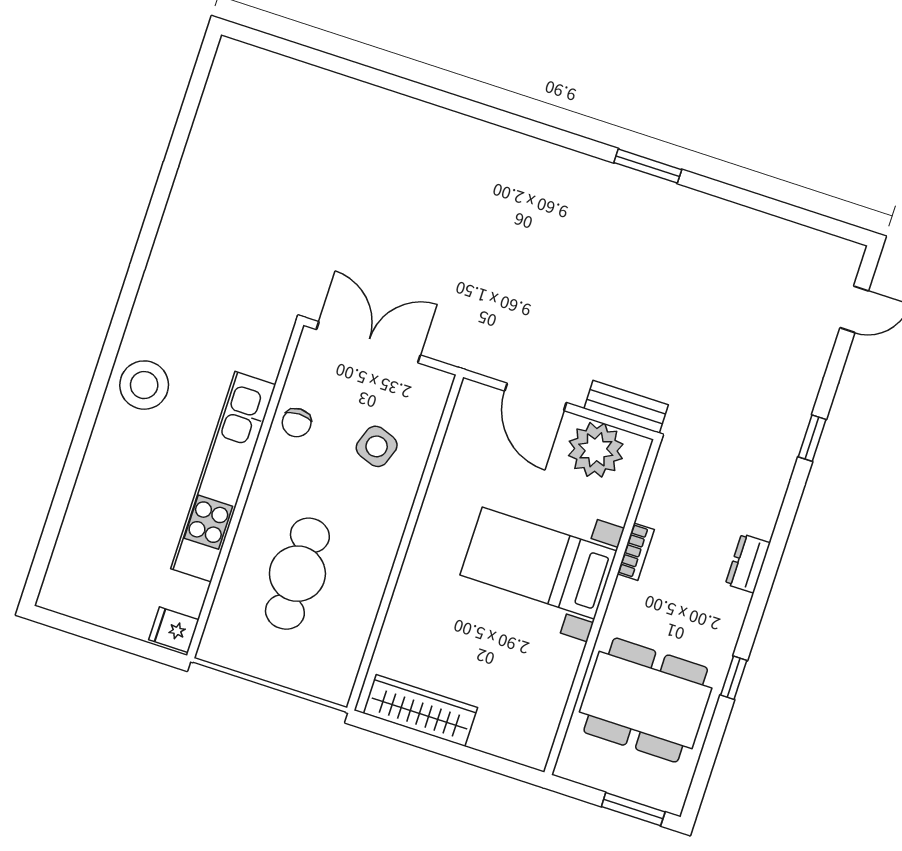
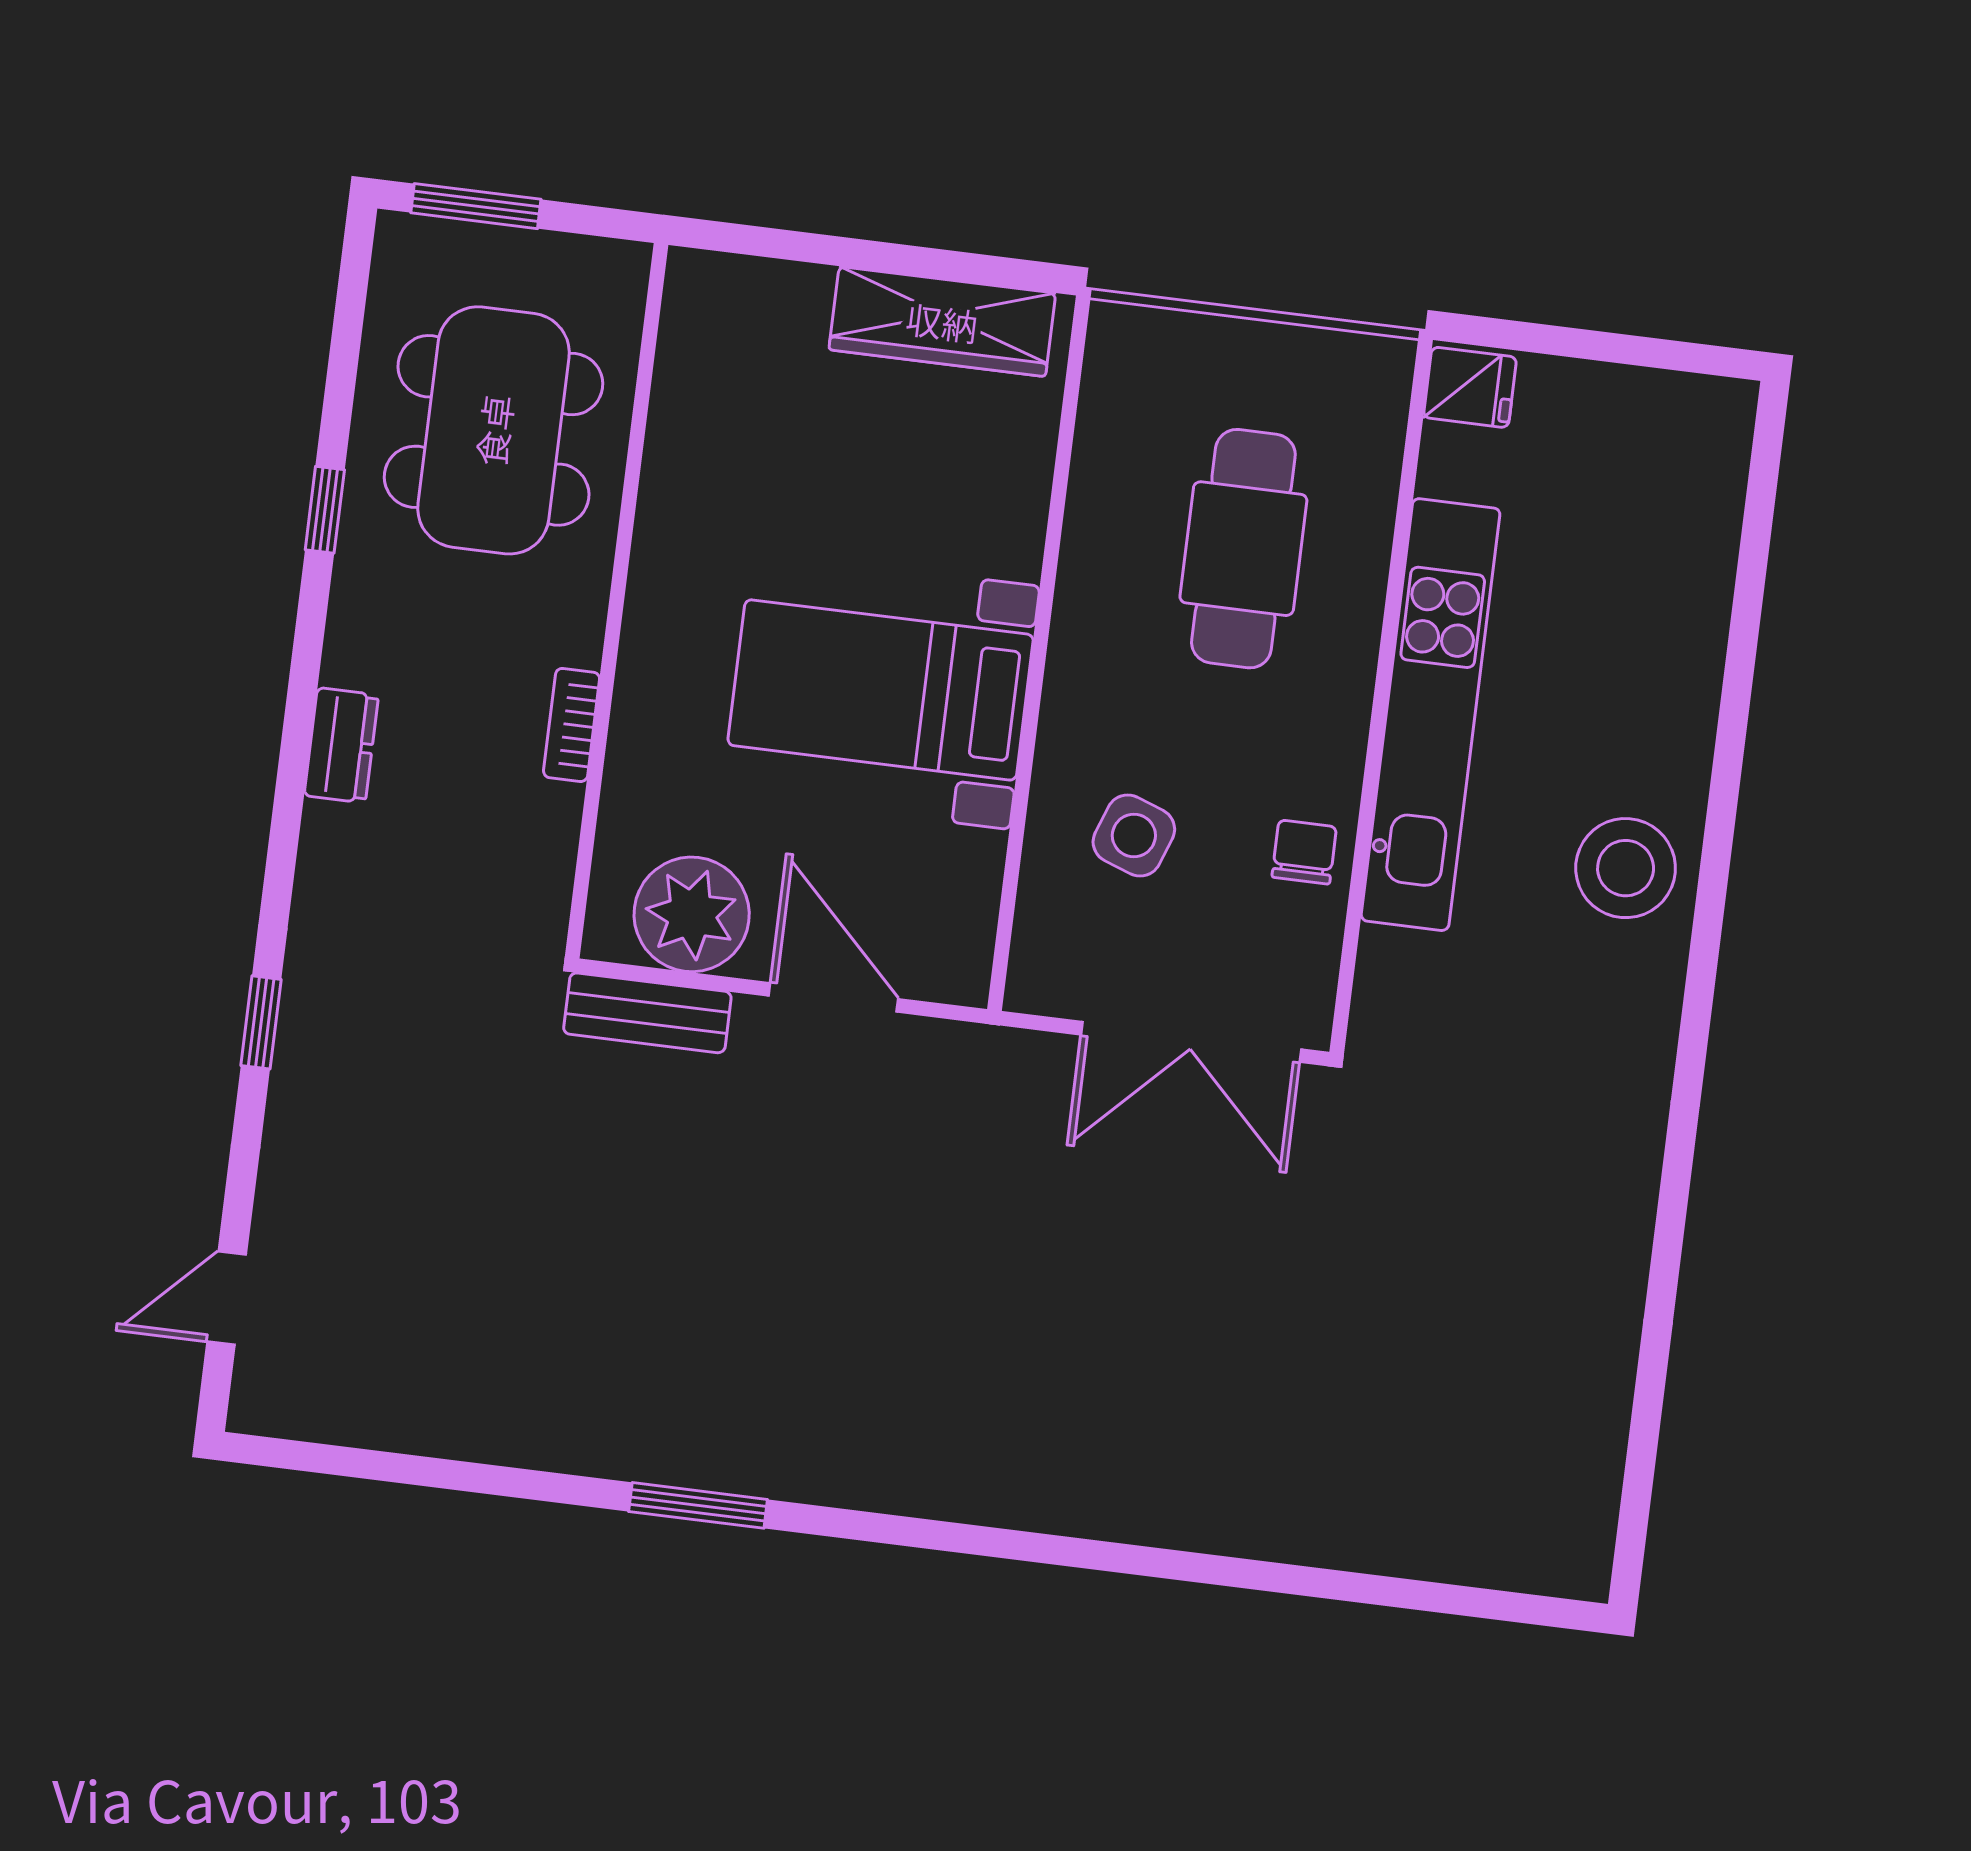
bed with nightstands: (538, 563) -> (881, 690), moved, turned 180
dining table: (646, 700) -> (493, 430), turned 90

